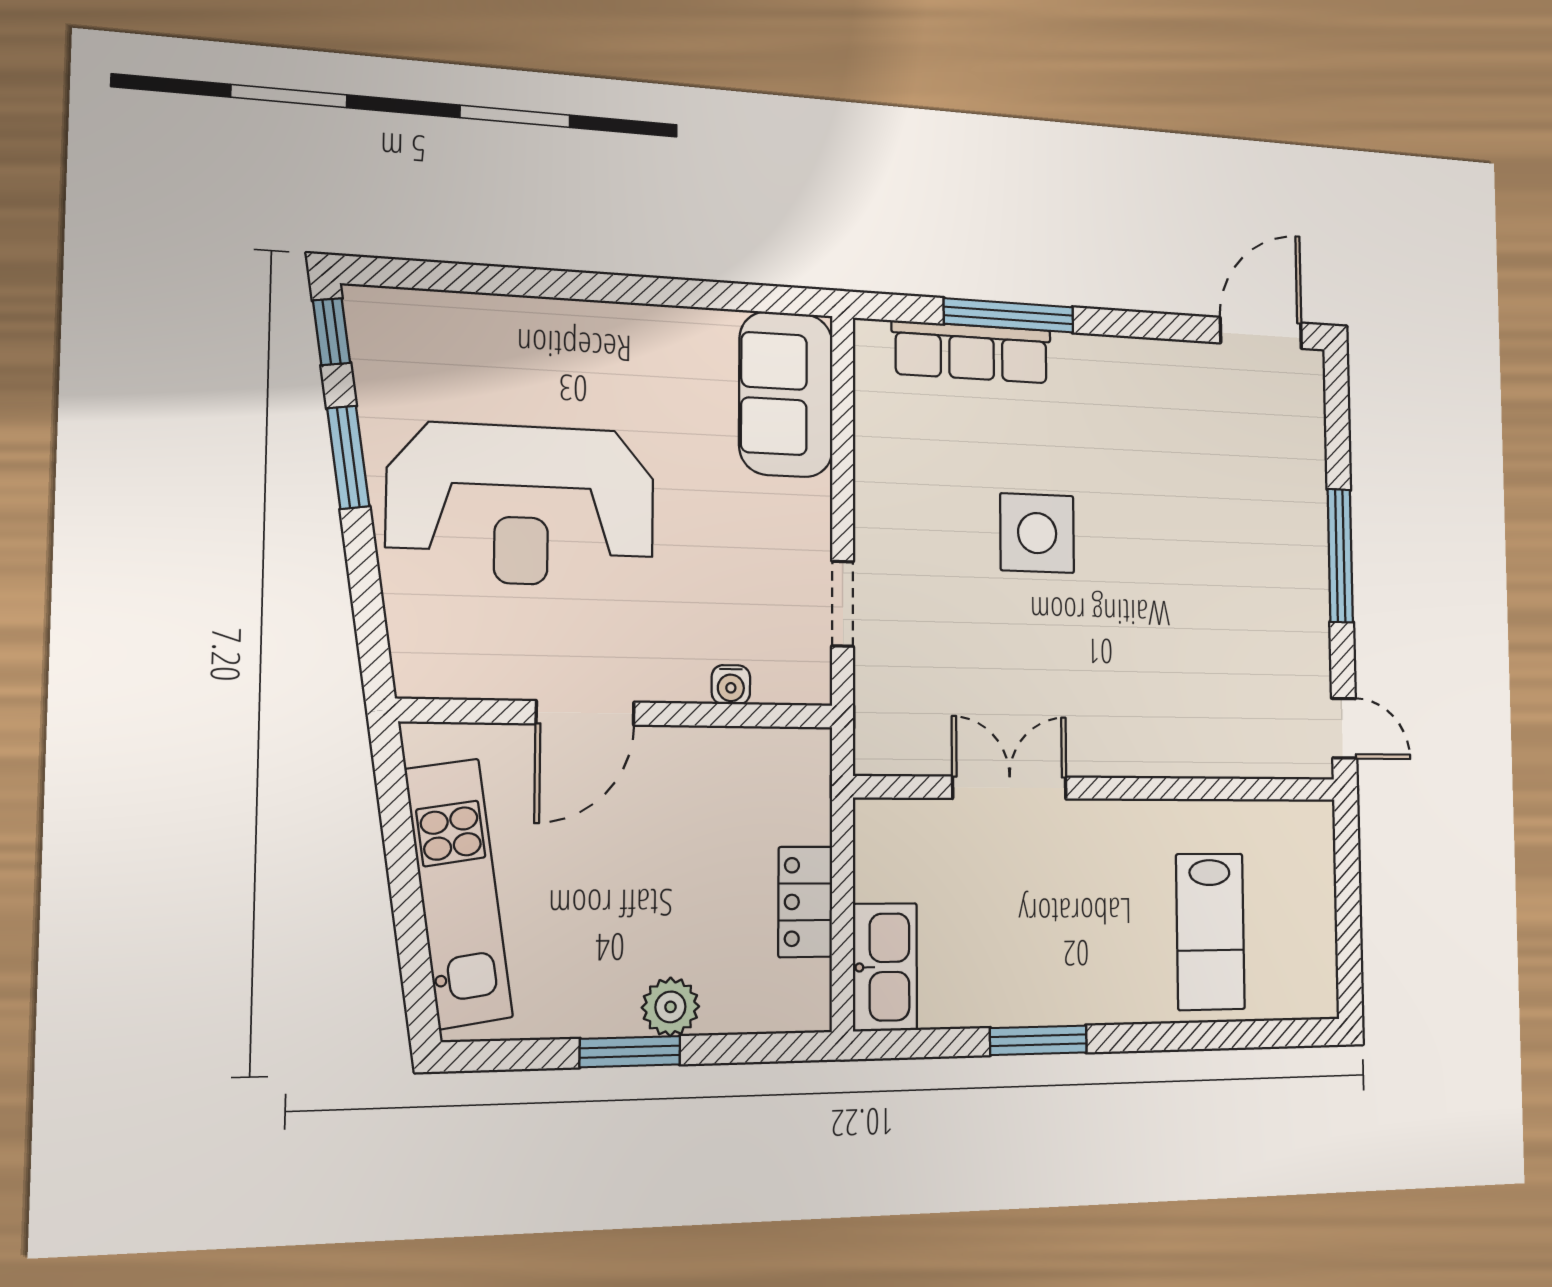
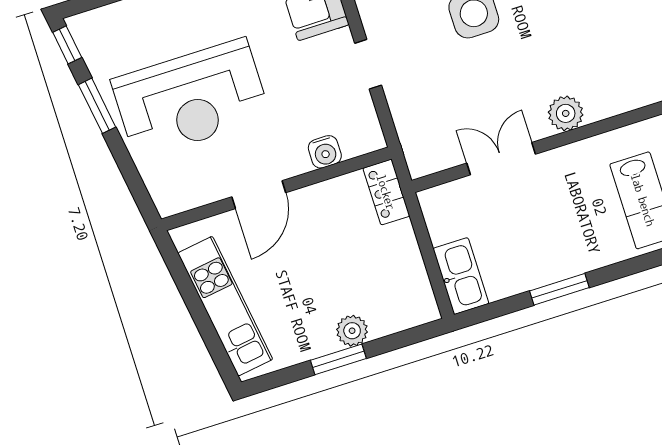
doorway: (843, 604) -> (368, 64), moved
water cooler: (731, 685) -> (325, 152), width x1.38, depth x1.38
plant: (1132, 748) -> (566, 113), added
locker: (805, 902) -> (386, 192), moved

